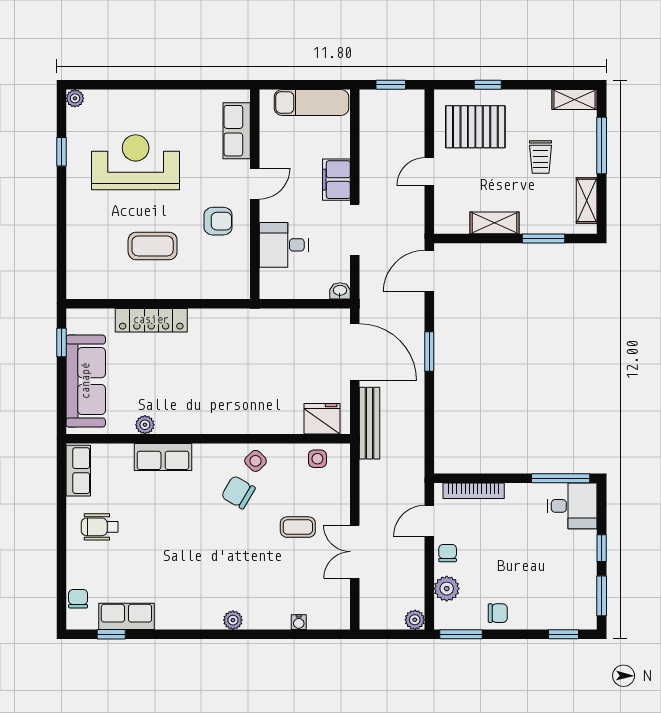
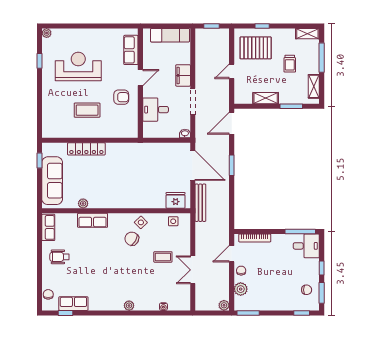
chair: (498, 613) -> (307, 290), moved

